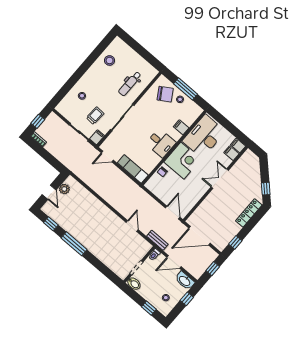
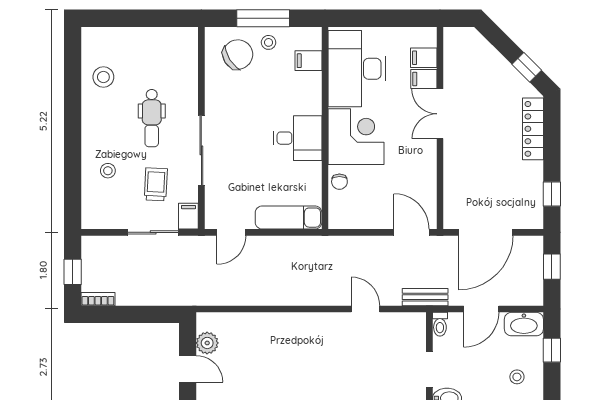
dental chair: (130, 84) -> (152, 118), moved
filing cabinet: (181, 127) -> (308, 61), moved
filing cabinet: (238, 146) -> (424, 79), moved

